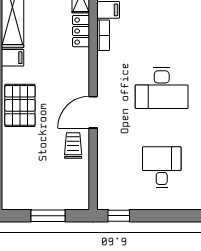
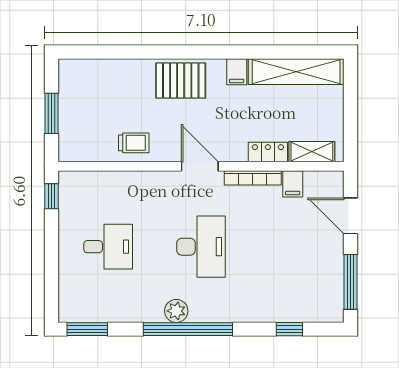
bookcase: (103, 35) -> (253, 178), width x1.56
desk: (162, 88) -> (201, 247), turned 180
door: (93, 112) -> (200, 166), moved

